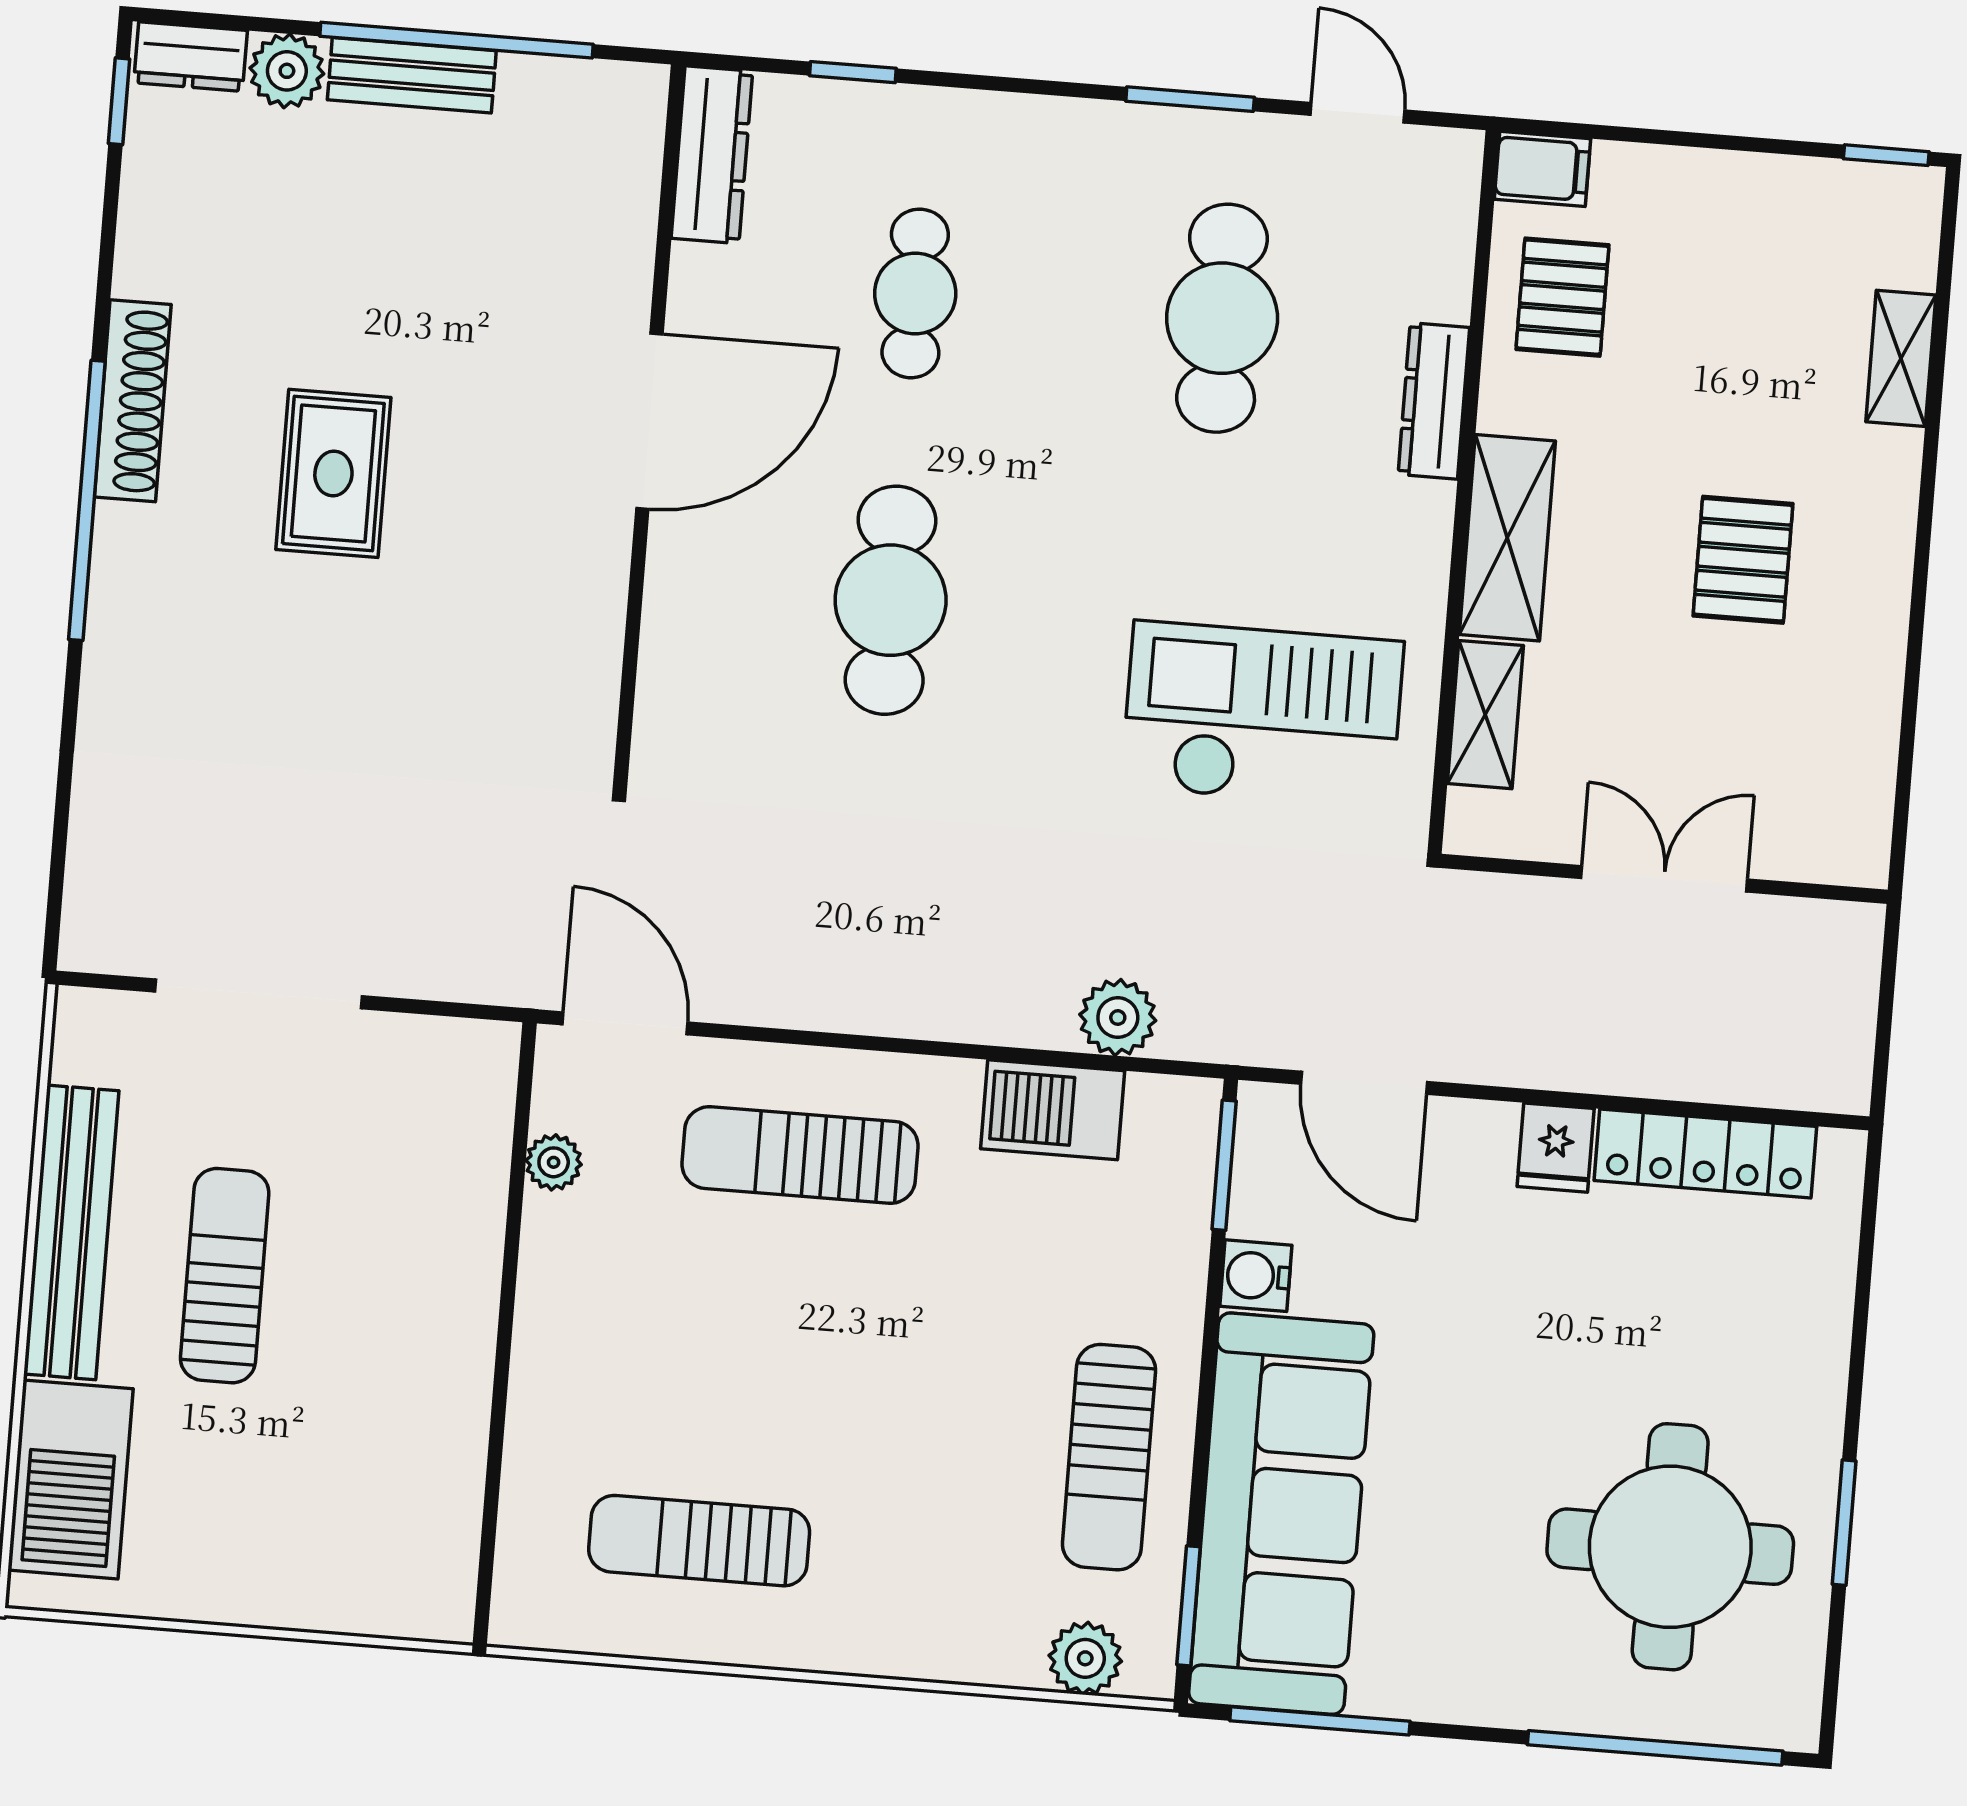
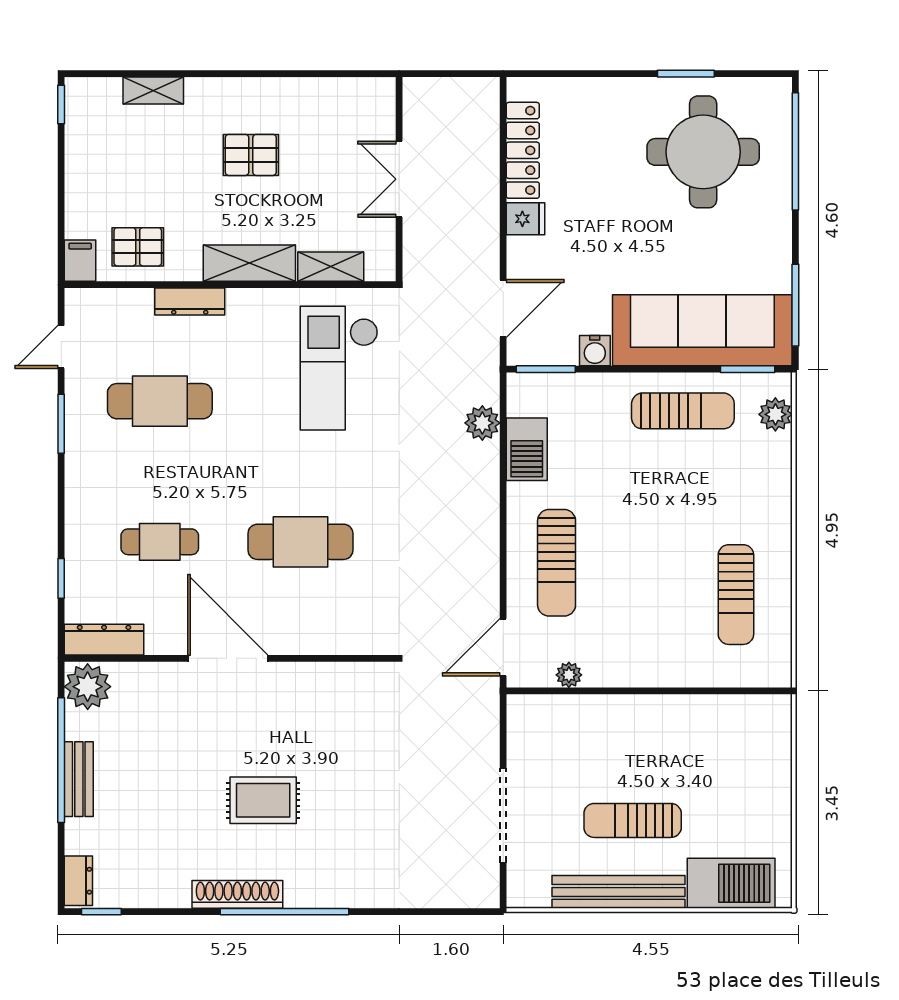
plant: (287, 71) -> (88, 687), moved, width x1.36, depth x1.36

